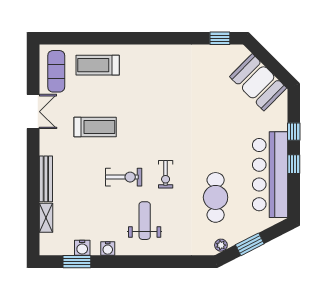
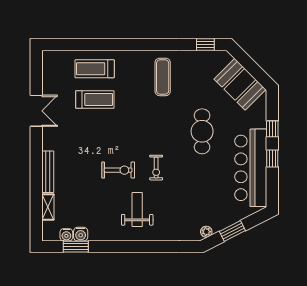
exercise mat: (56, 71) -> (163, 77), moved
treadmill: (95, 127) -> (95, 100), moved
cafe table: (216, 197) -> (202, 131), moved
water cooler: (108, 249) -> (66, 235), moved

